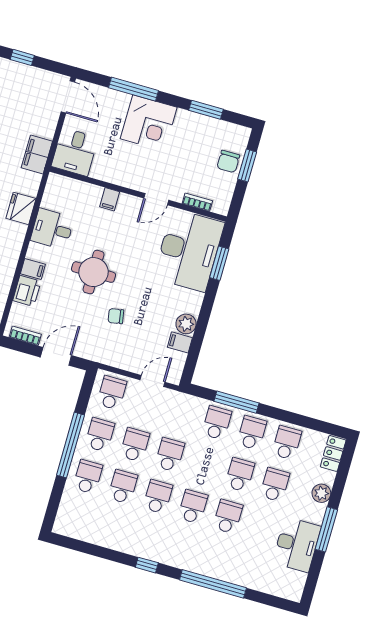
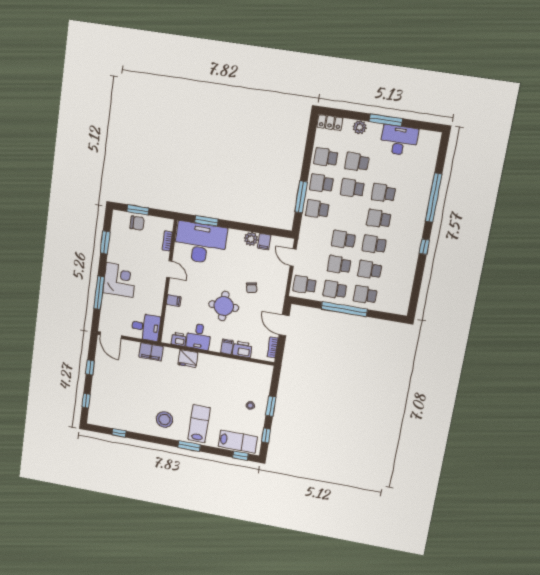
door: (68, 97) -> (111, 335), swing flipped
printer: (51, 199) -> (179, 339), added

